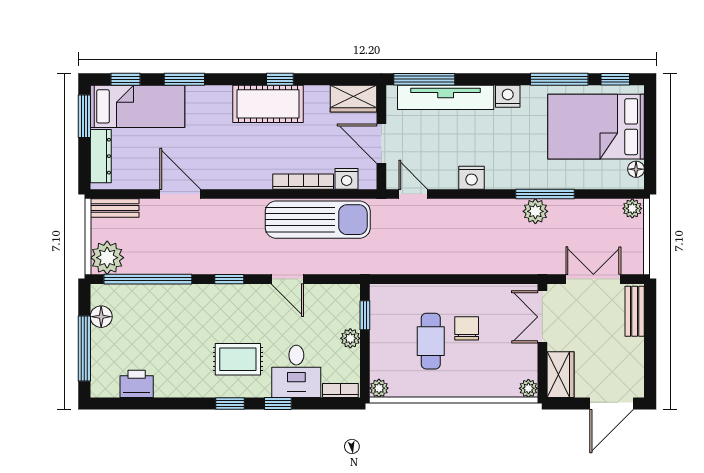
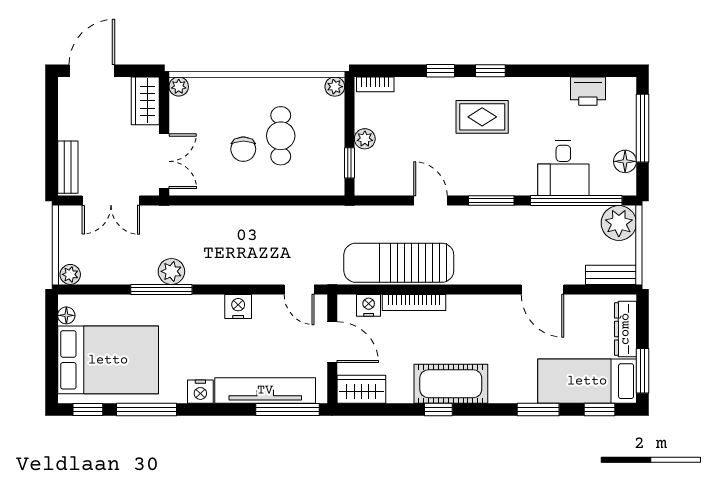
window: (229, 279) -> (491, 201), width x1.50
desk: (296, 371) -> (563, 168), moved, turned 180

